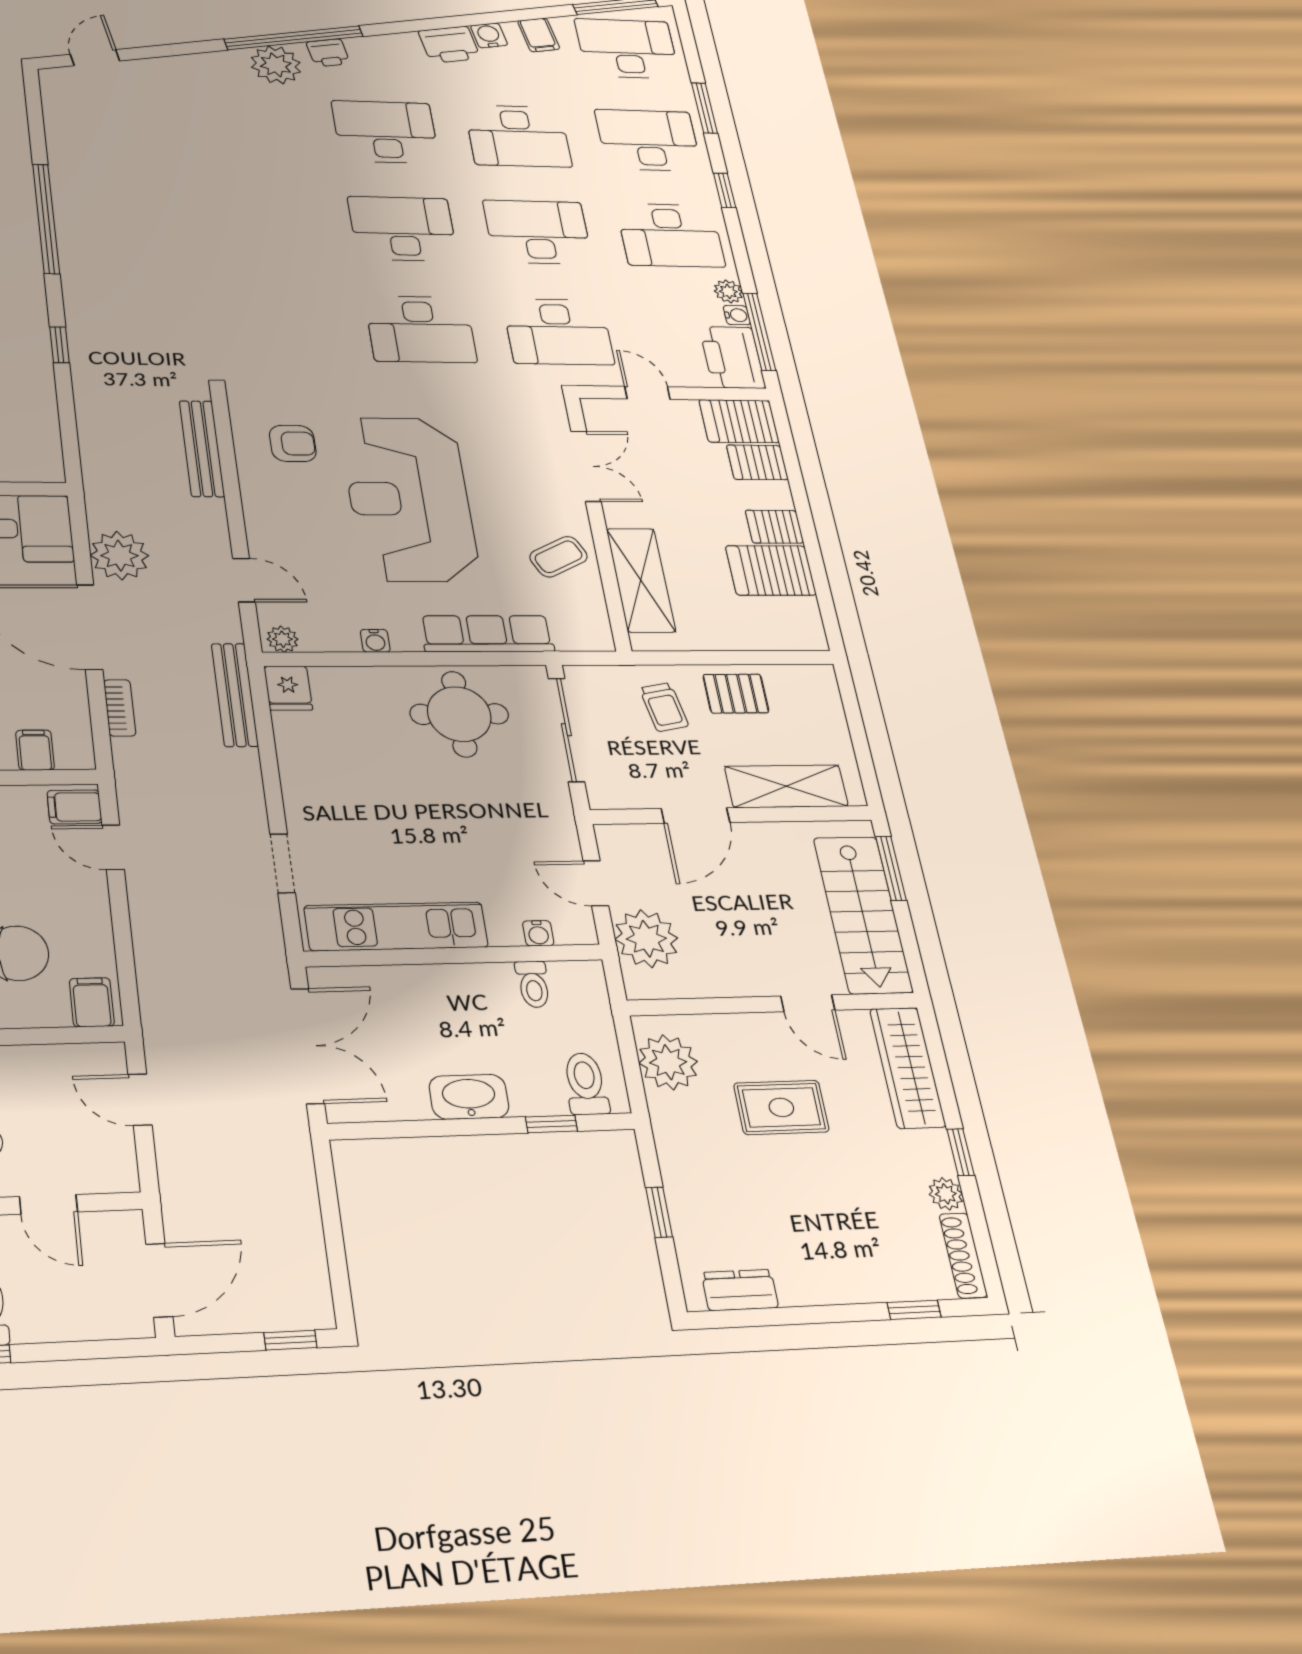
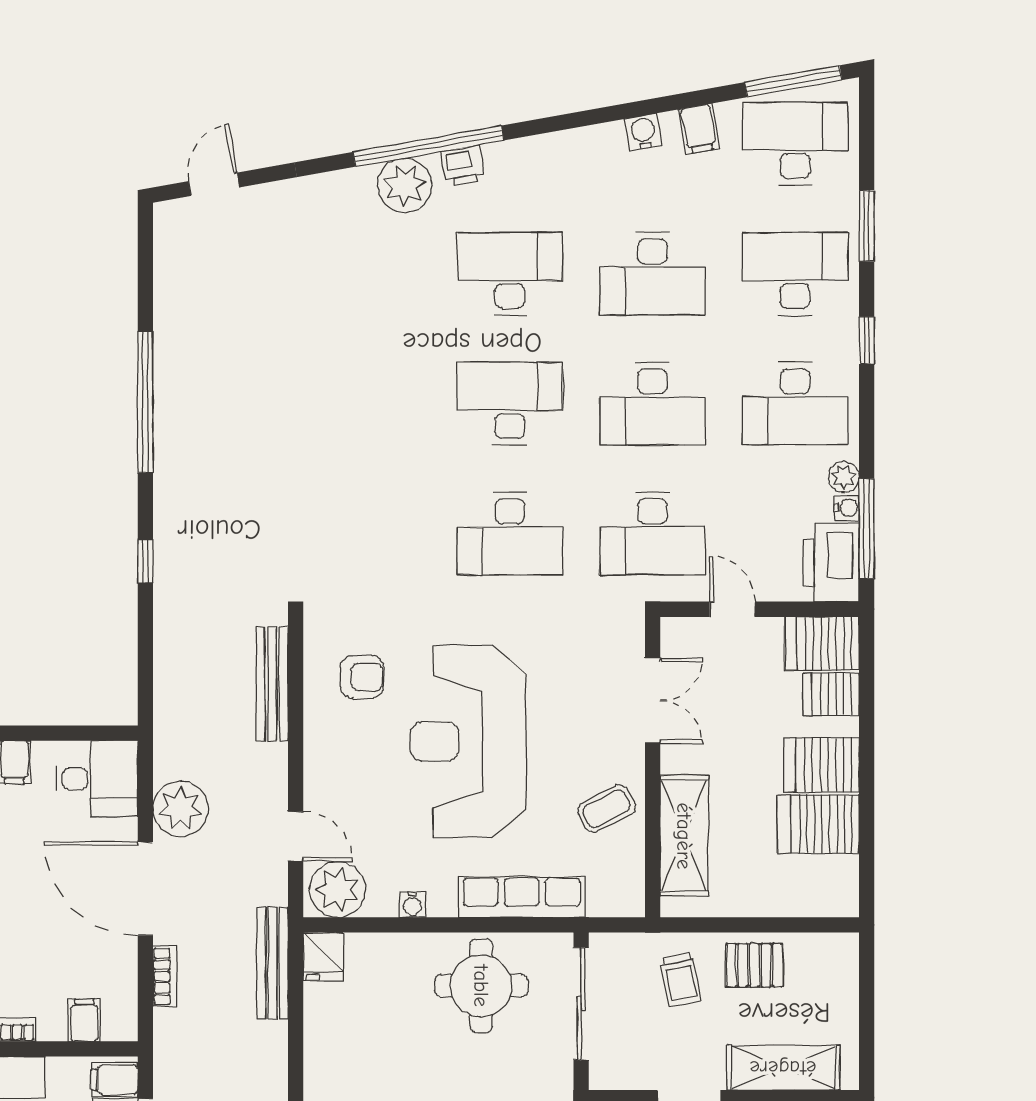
printer: (449, 45) -> (597, 148), removed
desk: (538, 232) -> (652, 404), turned 180
server rack: (775, 527) -> (821, 765), width x1.36, depth x1.44
plant: (283, 639) -> (337, 889), width x1.88, depth x1.88

